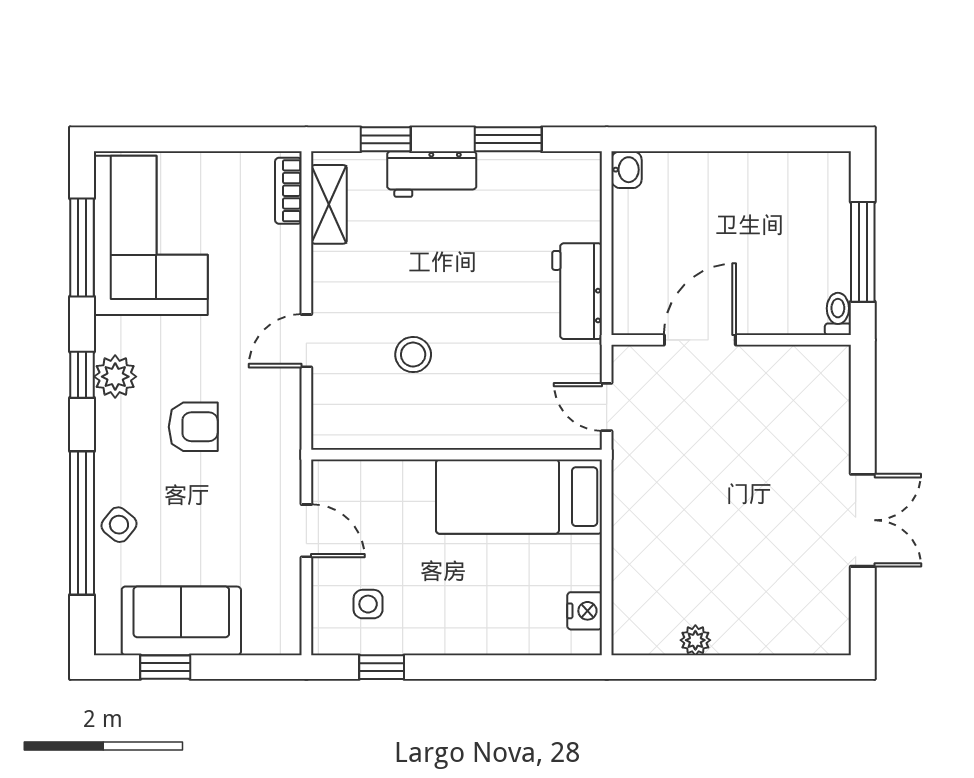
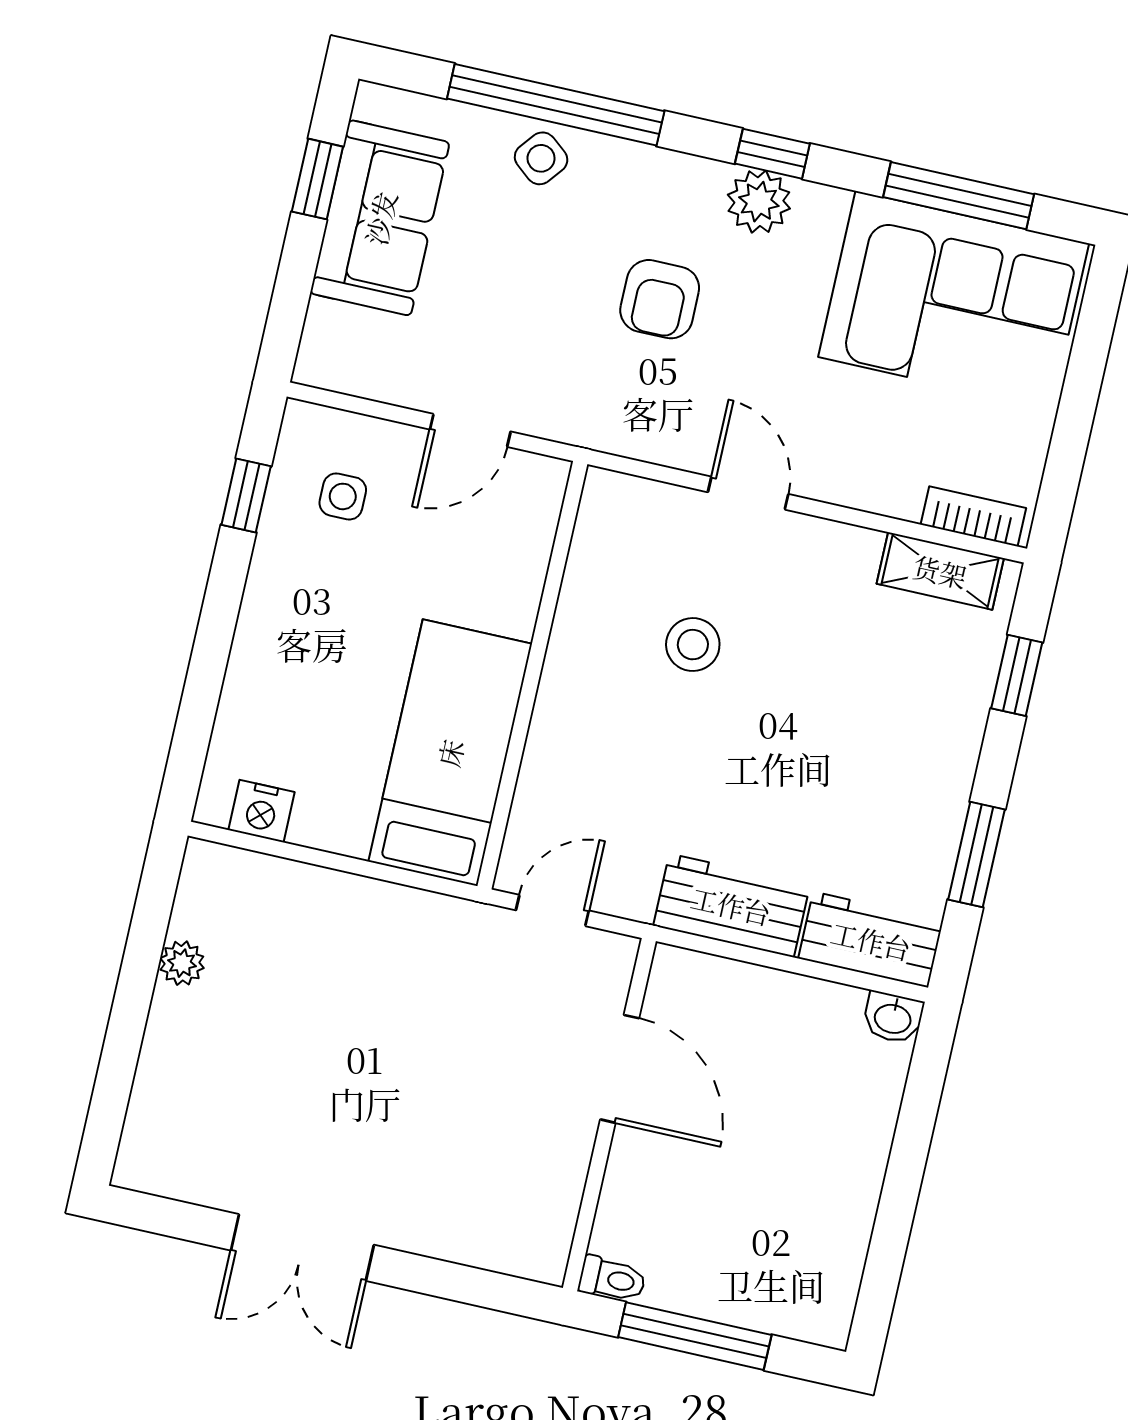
workbench: (432, 174) -> (871, 940), moved, turned 90

